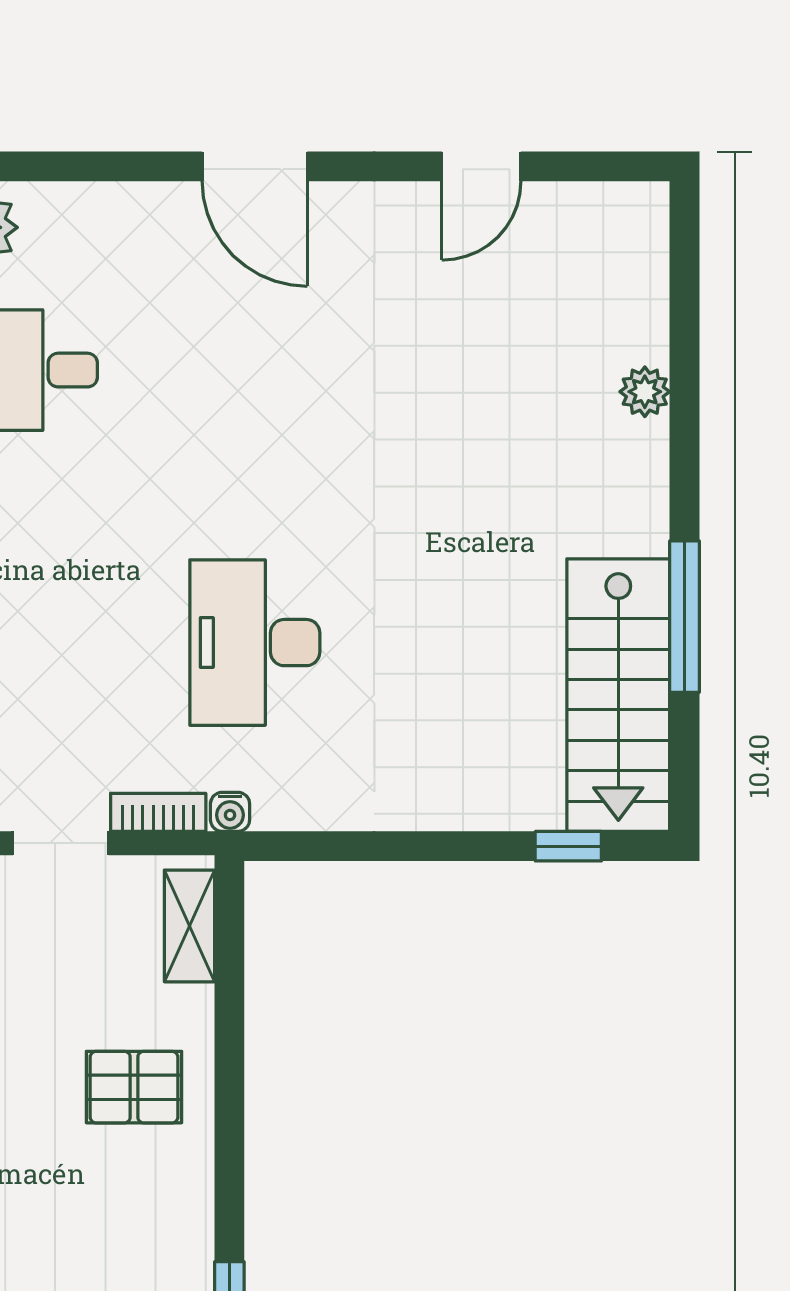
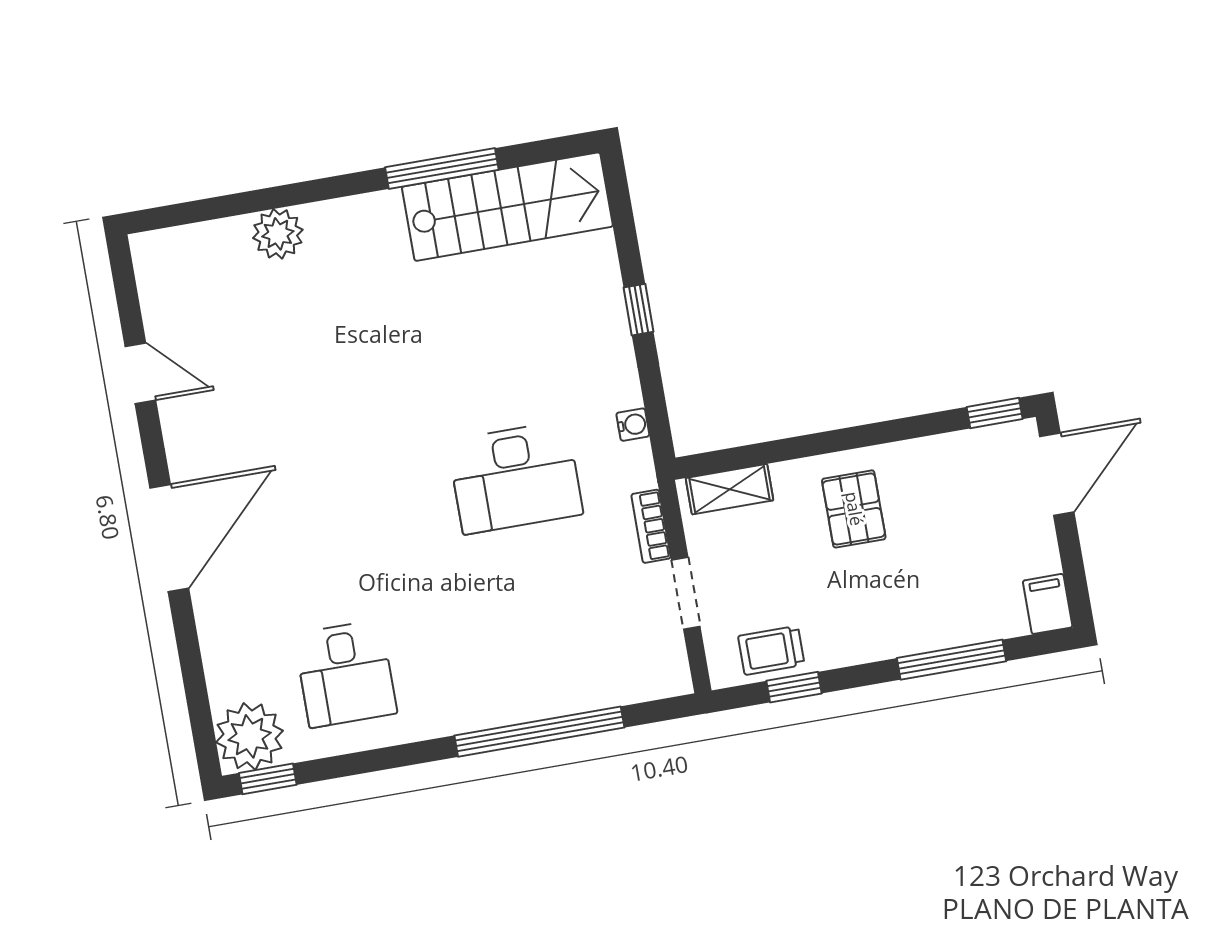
door: (255, 166) -> (169, 538), width x1.36
plant: (645, 392) -> (278, 234), width x1.38, depth x1.38
water cooler: (230, 812) -> (633, 425), moved
window: (568, 846) -> (638, 310), moved

